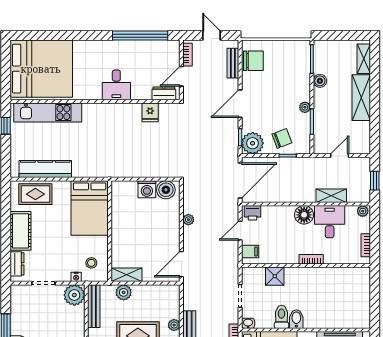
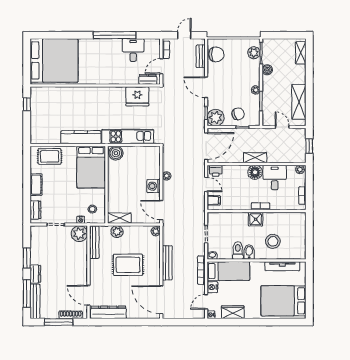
window: (140, 36) -> (115, 35), moved
door: (212, 36) -> (184, 35), hinge flipped
plant: (302, 59) -> (254, 53), added
desk: (116, 85) -> (133, 50), moved, turned 180
shelving: (361, 98) -> (299, 102), moved
door: (240, 104) -> (206, 87), hinge flipped
kitchen unit: (48, 112) -> (128, 137), moved, turned 180
fridge: (150, 112) -> (137, 96), width x1.88, depth x1.34
door: (340, 156) -> (282, 127), hinge flipped
kitchen counter: (45, 169) -> (81, 137), moved
washing machine: (147, 189) -> (154, 186), moved, turned 90
boiler: (166, 190) -> (116, 153), moved
shelving: (331, 196) -> (255, 158), moved
cot: (20, 231) -> (36, 185), width x0.73, depth x0.75
door: (240, 231) -> (206, 184), swing flipped
door: (181, 264) -> (161, 210), hinge flipped
shower: (275, 276) -> (256, 219), moved
stool: (327, 305) -> (273, 241), added
plant: (174, 325) -> (156, 231), moved

